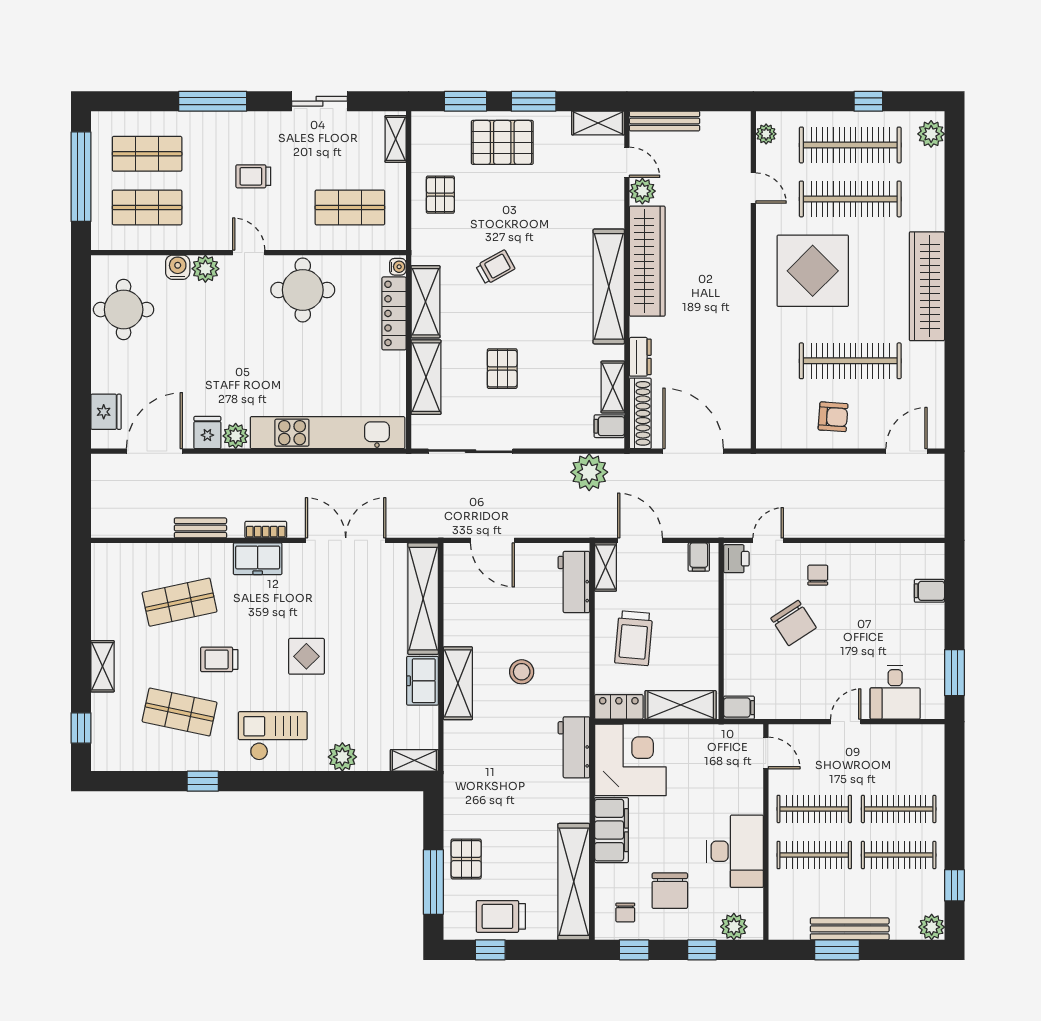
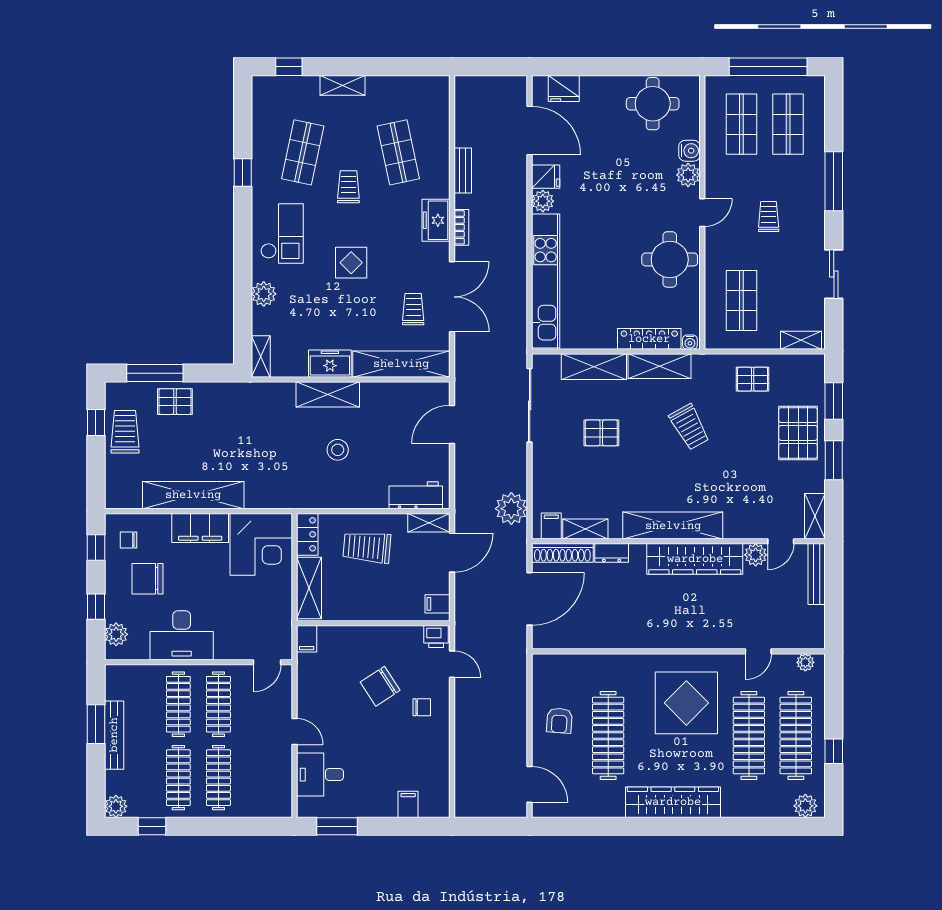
trolley: (495, 267) -> (689, 427), width x1.36, depth x1.39
trolley: (360, 585) -> (413, 309), added
workbench: (574, 747) -> (272, 495), removed
shelving: (574, 882) -> (193, 495), moved

